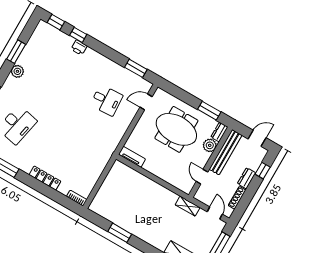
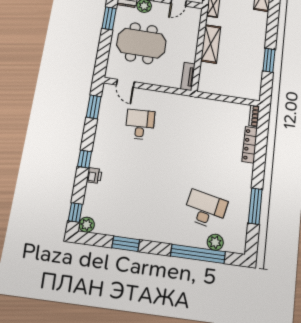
window: (78, 35) -> (85, 159), moved
plant: (17, 71) -> (87, 225), moved
meeting table: (176, 129) -> (141, 43), turned 90
locker: (45, 178) -> (250, 145), moved
shelving: (153, 189) -> (211, 44), added

